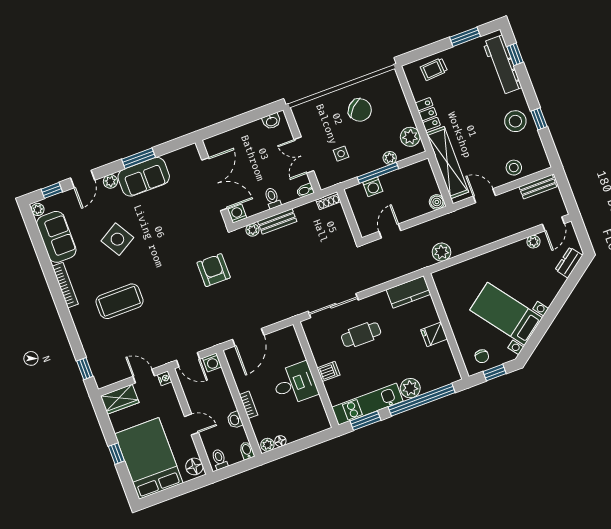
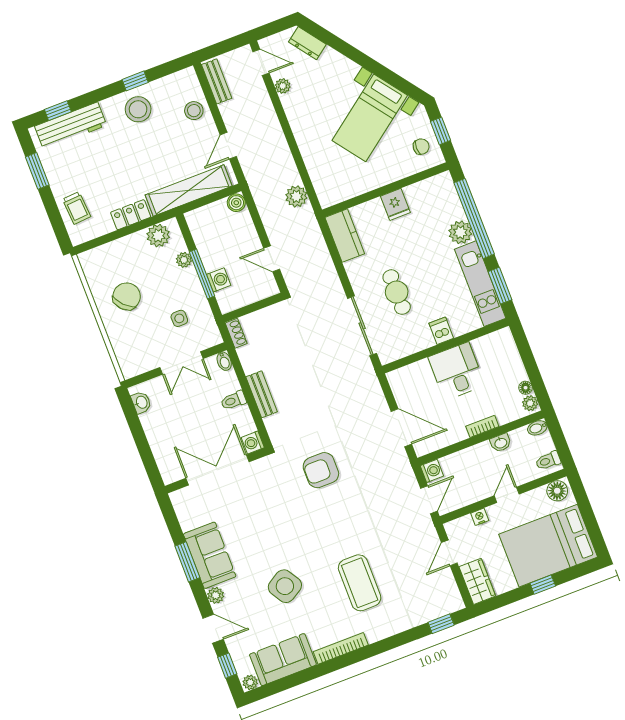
plant: (252, 230) -> (272, 424), removed
nightstand: (165, 378) -> (480, 517), moved

